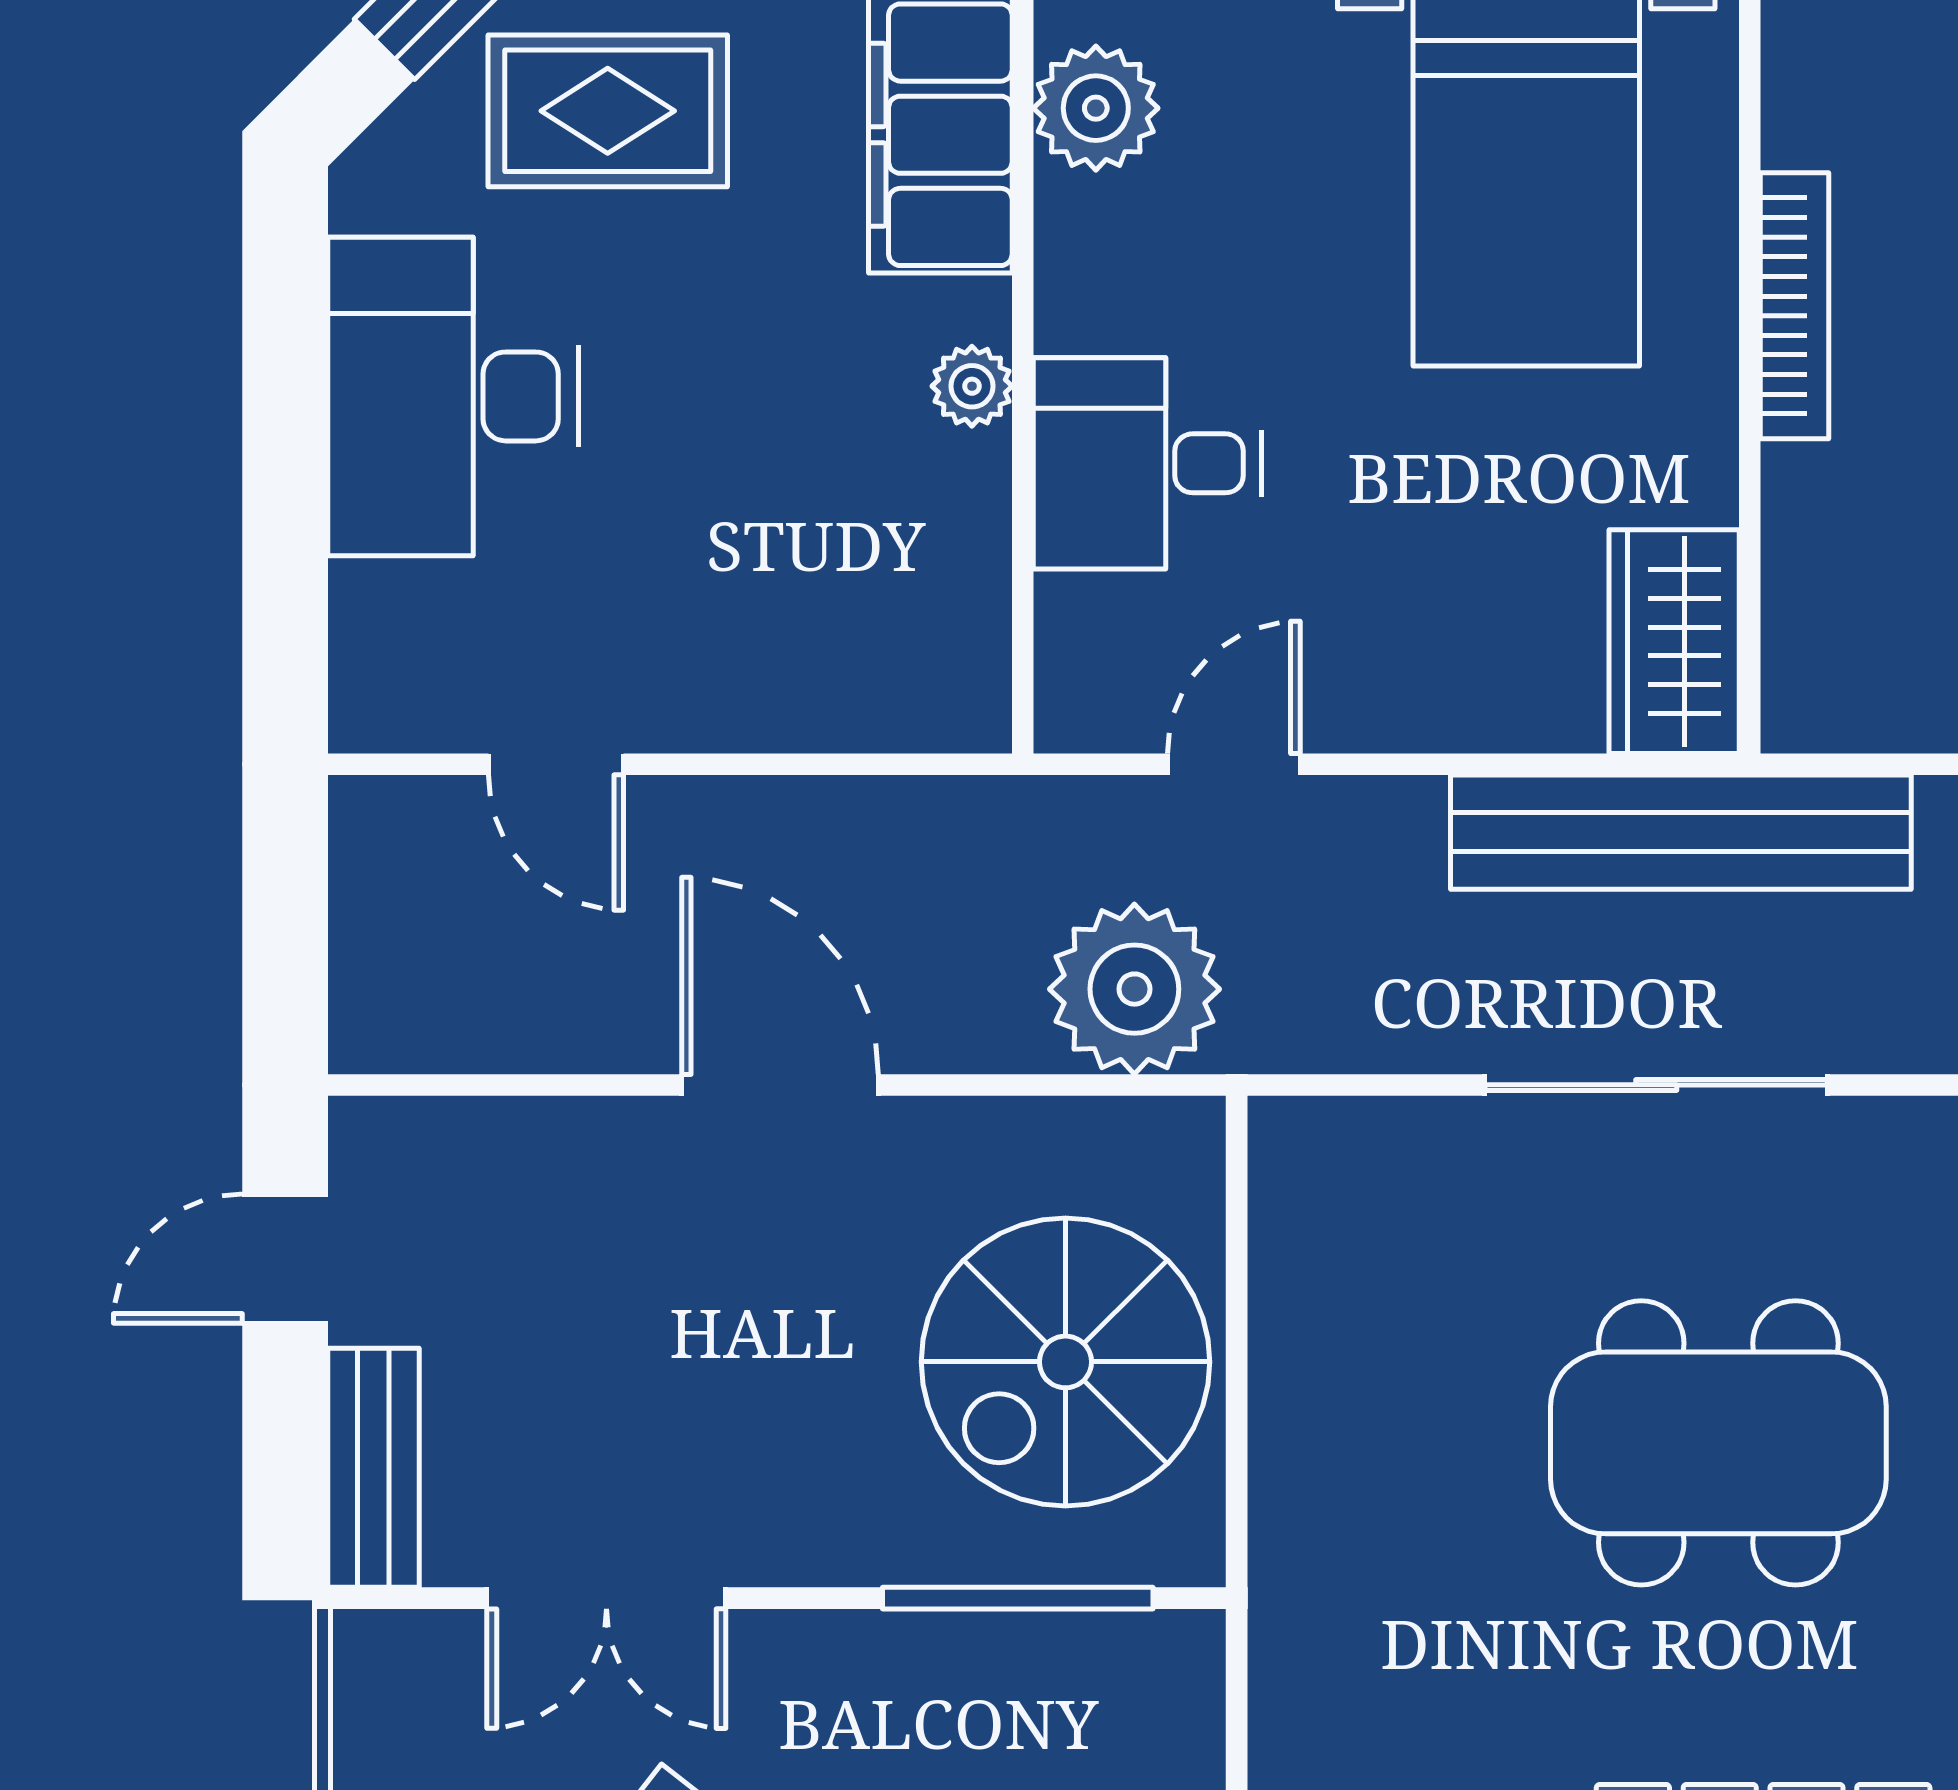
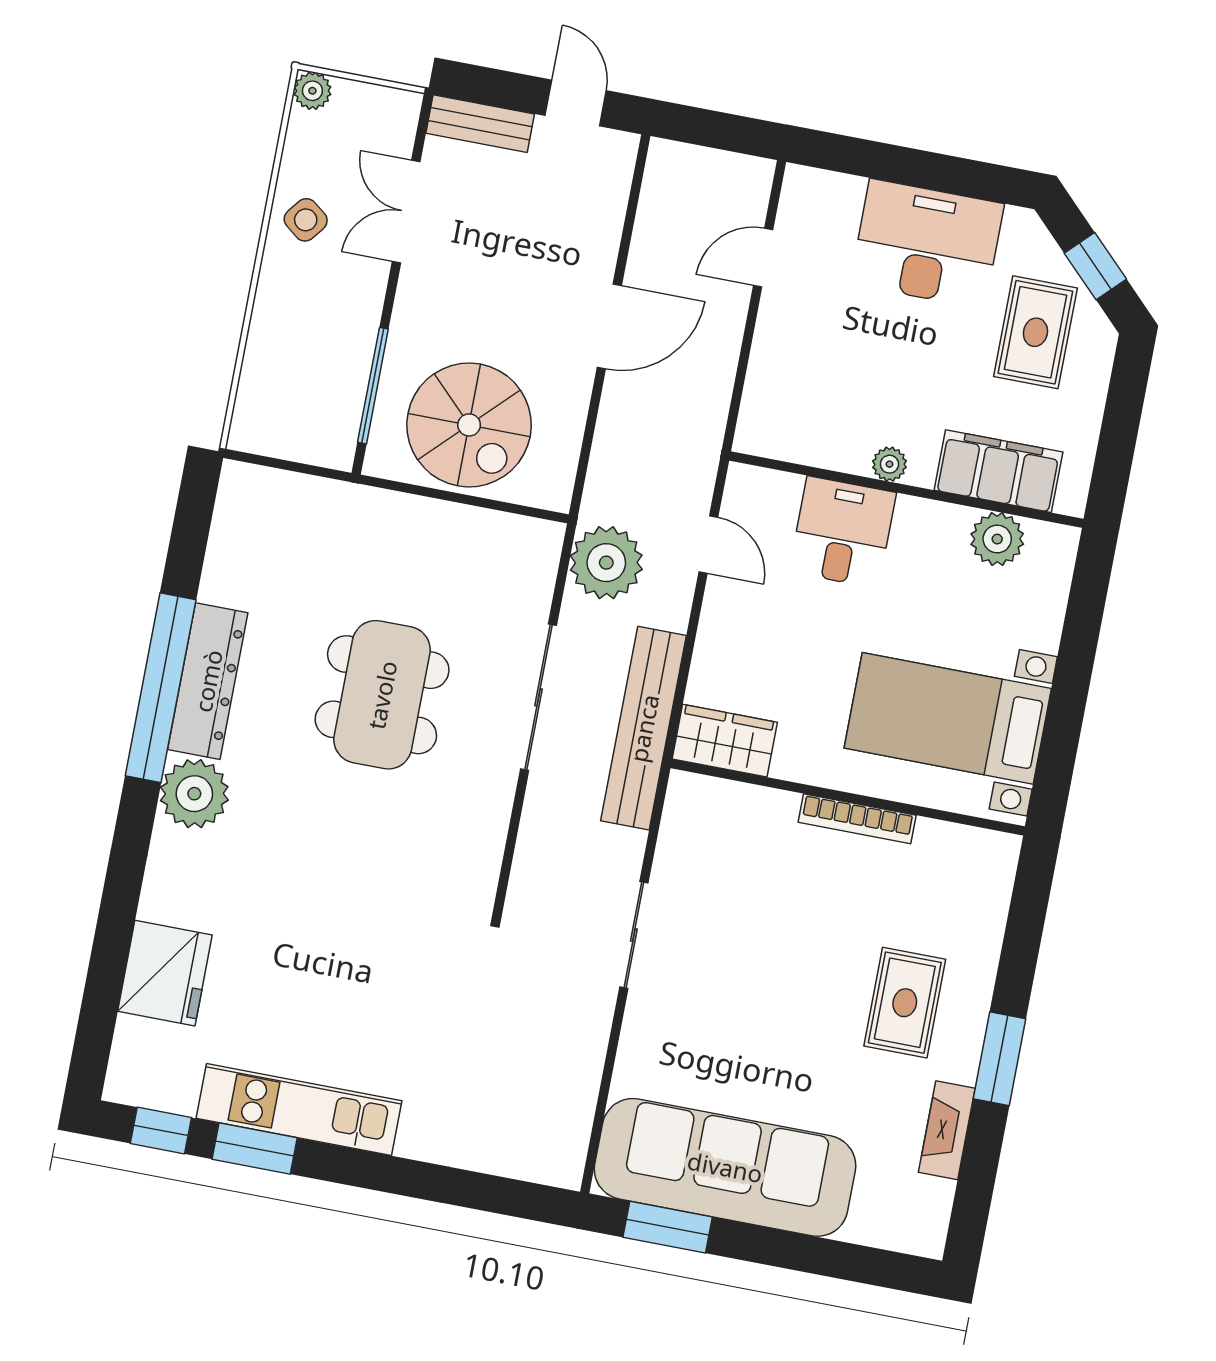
plant: (1134, 989) -> (606, 563), moved
spiral stairs: (1065, 1362) -> (469, 425), turned 180

